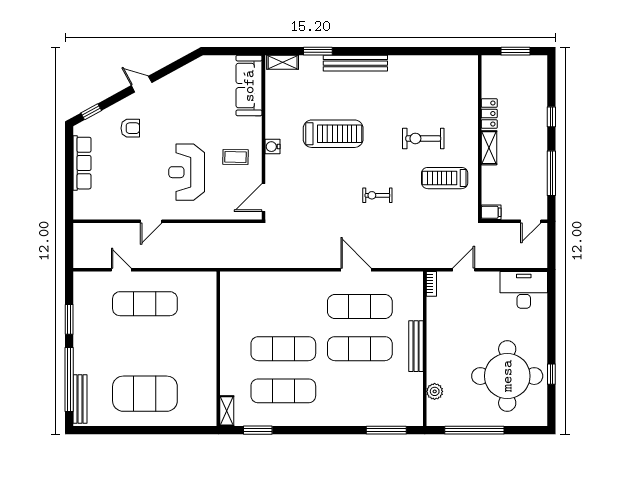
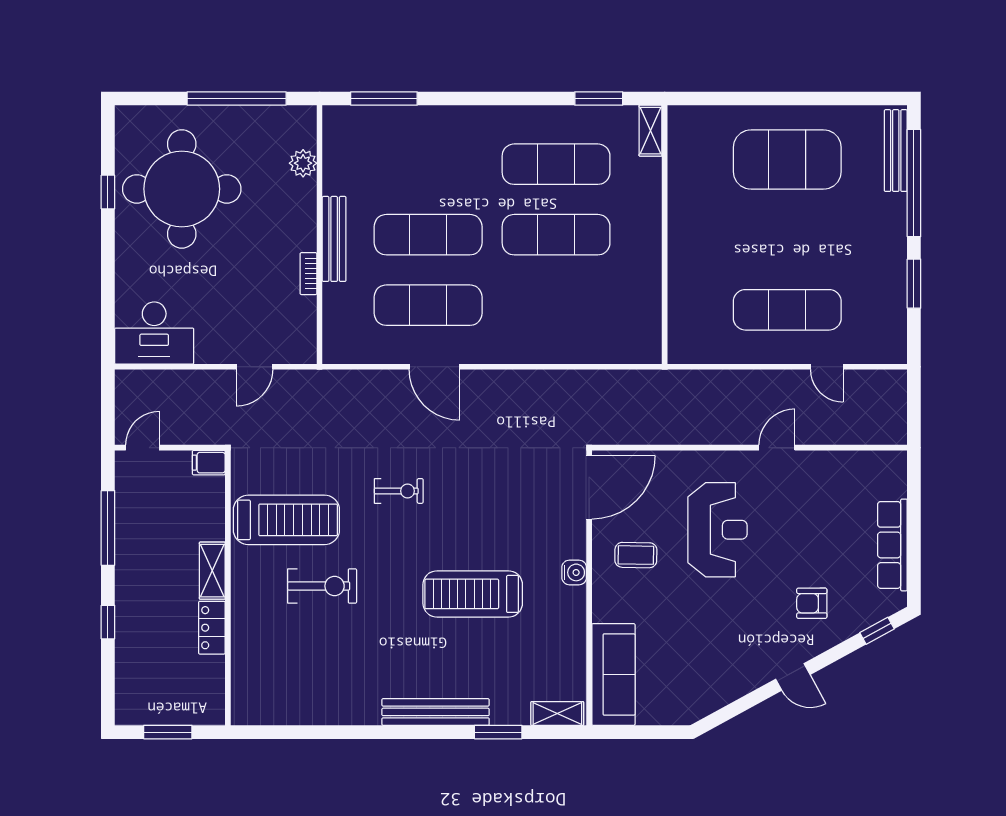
treadmill: (445, 178) -> (286, 520), width x1.37, depth x1.38
door: (263, 197) -> (589, 487), width x1.36
bookcase: (431, 284) -> (308, 274), moved

